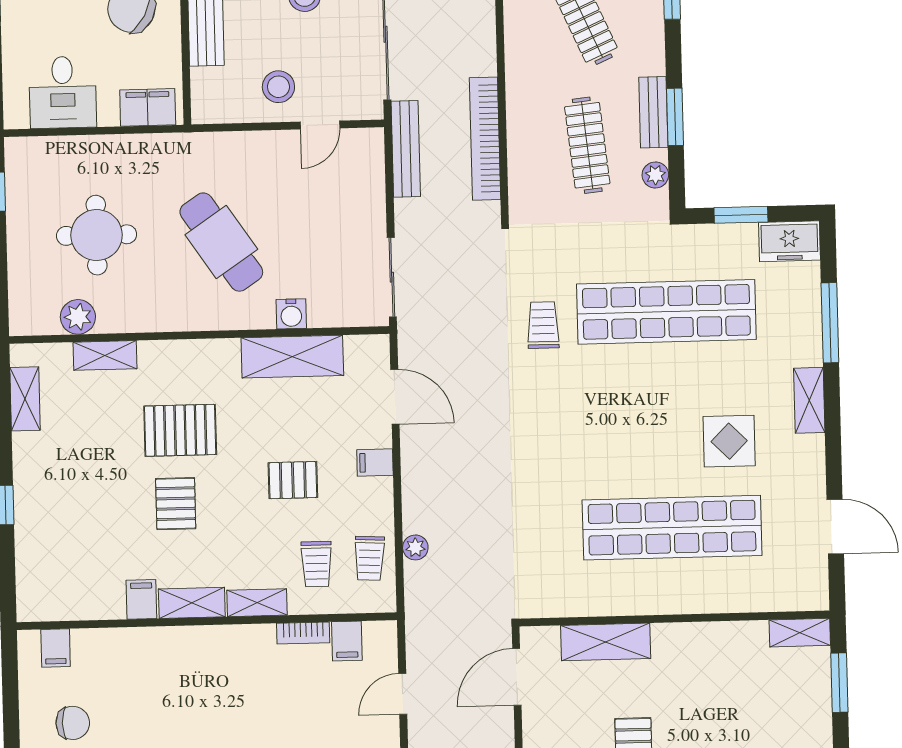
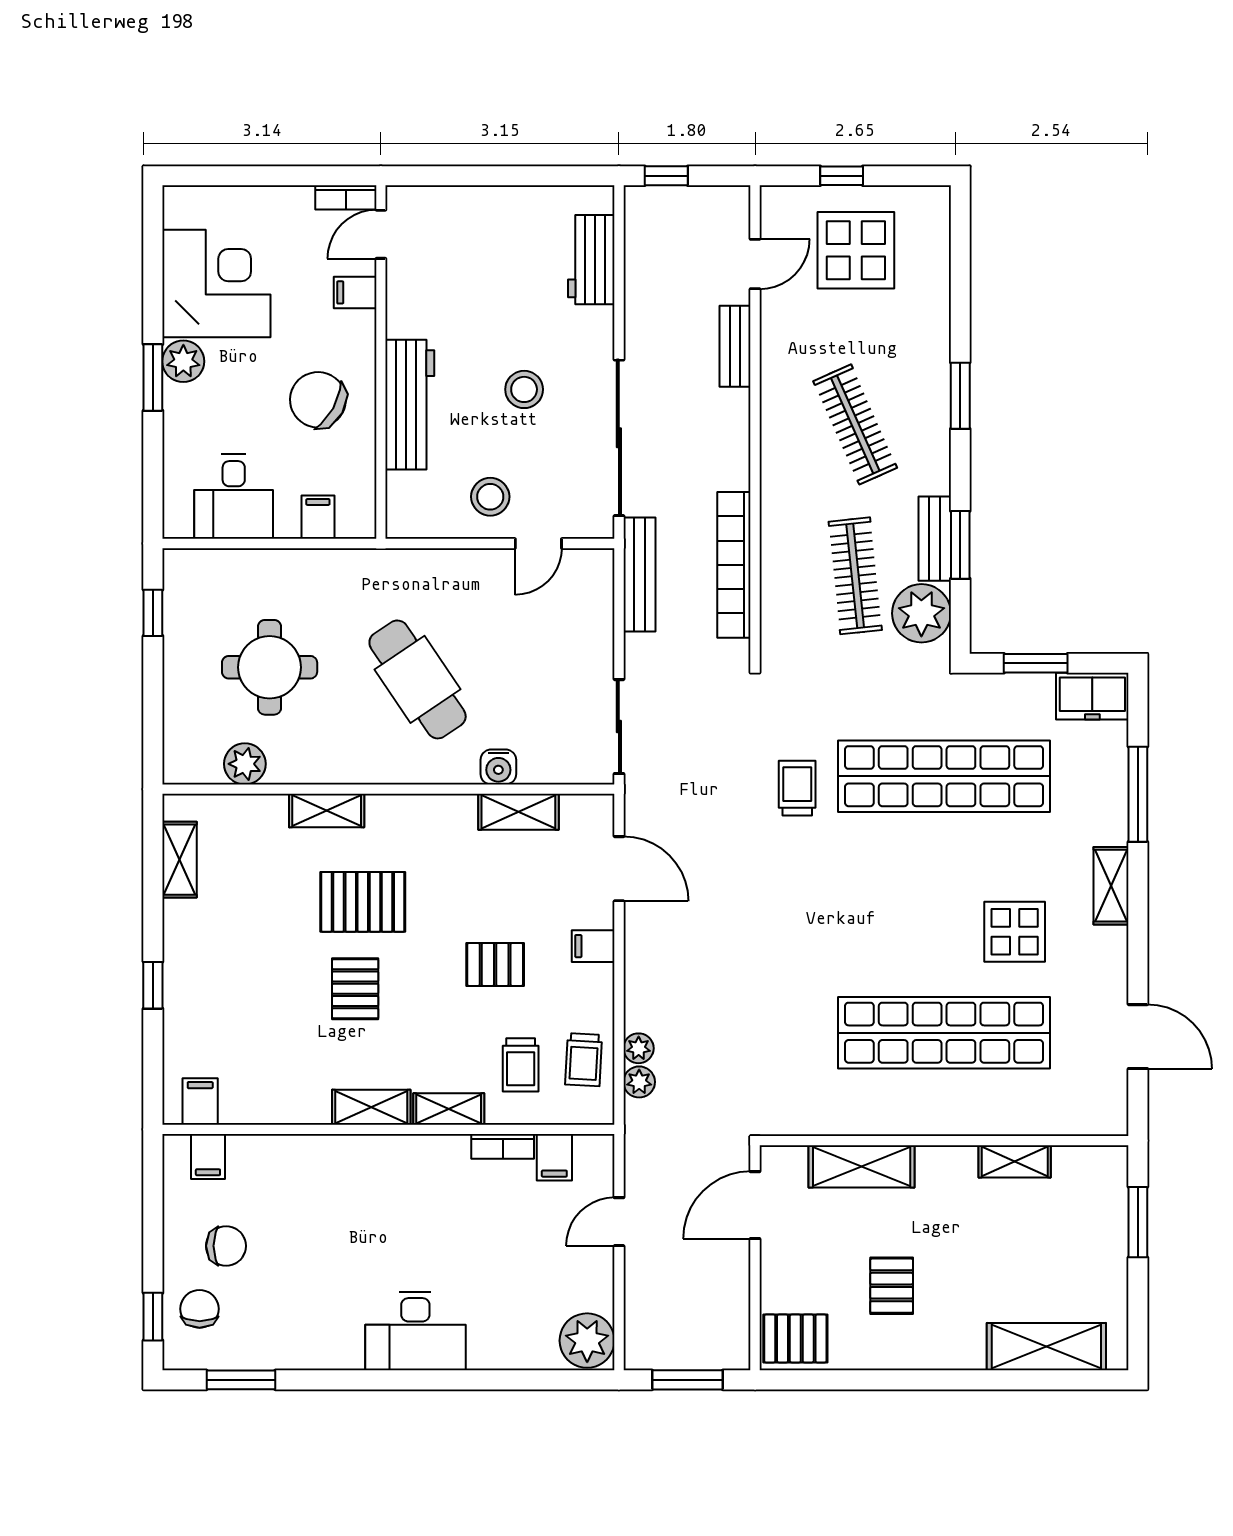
filing cabinet: (148, 107) -> (318, 517), width x0.50
plant: (655, 175) -> (921, 613), width x1.88, depth x1.88
shelving: (105, 355) -> (327, 811), moved
shelving: (292, 357) -> (518, 812), width x0.67, depth x0.75
plant: (417, 576) -> (639, 1082), added
filing cabinet: (141, 599) -> (200, 1101), moved
shelving: (800, 633) -> (1015, 1161), moved

